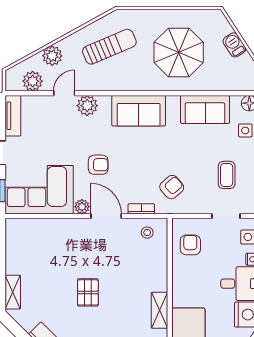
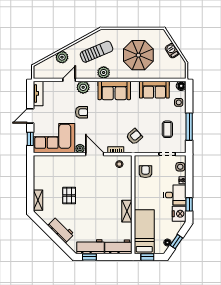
plant: (33, 81) -> (104, 72), moved
armchair: (98, 165) -> (81, 112), moved
pallet: (88, 292) -> (69, 196), moved

